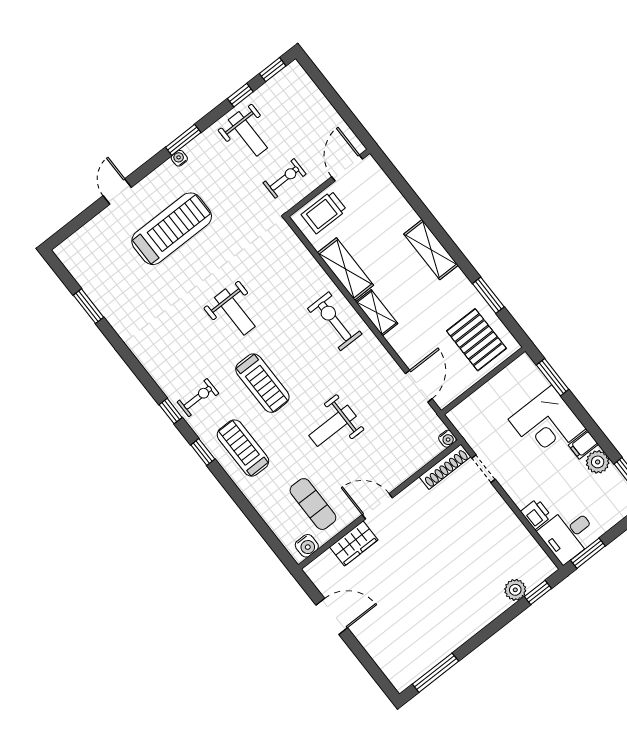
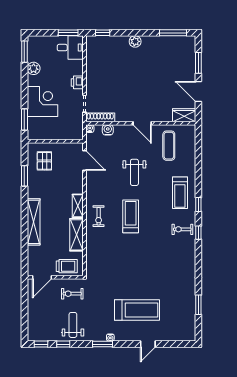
treadmill: (172, 229) -> (137, 310), turned 180
shelving: (431, 250) -> (34, 222), width x1.47
weight bench: (235, 312) -> (138, 253), removed
exercise bike: (335, 321) -> (99, 216), width x0.73, depth x0.72
pallet: (476, 340) -> (44, 161), width x0.67, depth x0.71
treadmill: (262, 383) -> (131, 216), moved
door: (419, 386) -> (84, 160), swing flipped
weight bench: (333, 426) -> (134, 172), turned 90
filing cabinet: (583, 445) -> (34, 81), removed
printer: (536, 514) -> (77, 82), moved
wardrobe: (354, 543) -> (184, 115), moved
water cooler: (307, 546) -> (108, 130), moved
plant: (515, 590) -> (135, 41), moved
window: (364, 658) -> (198, 63), added

